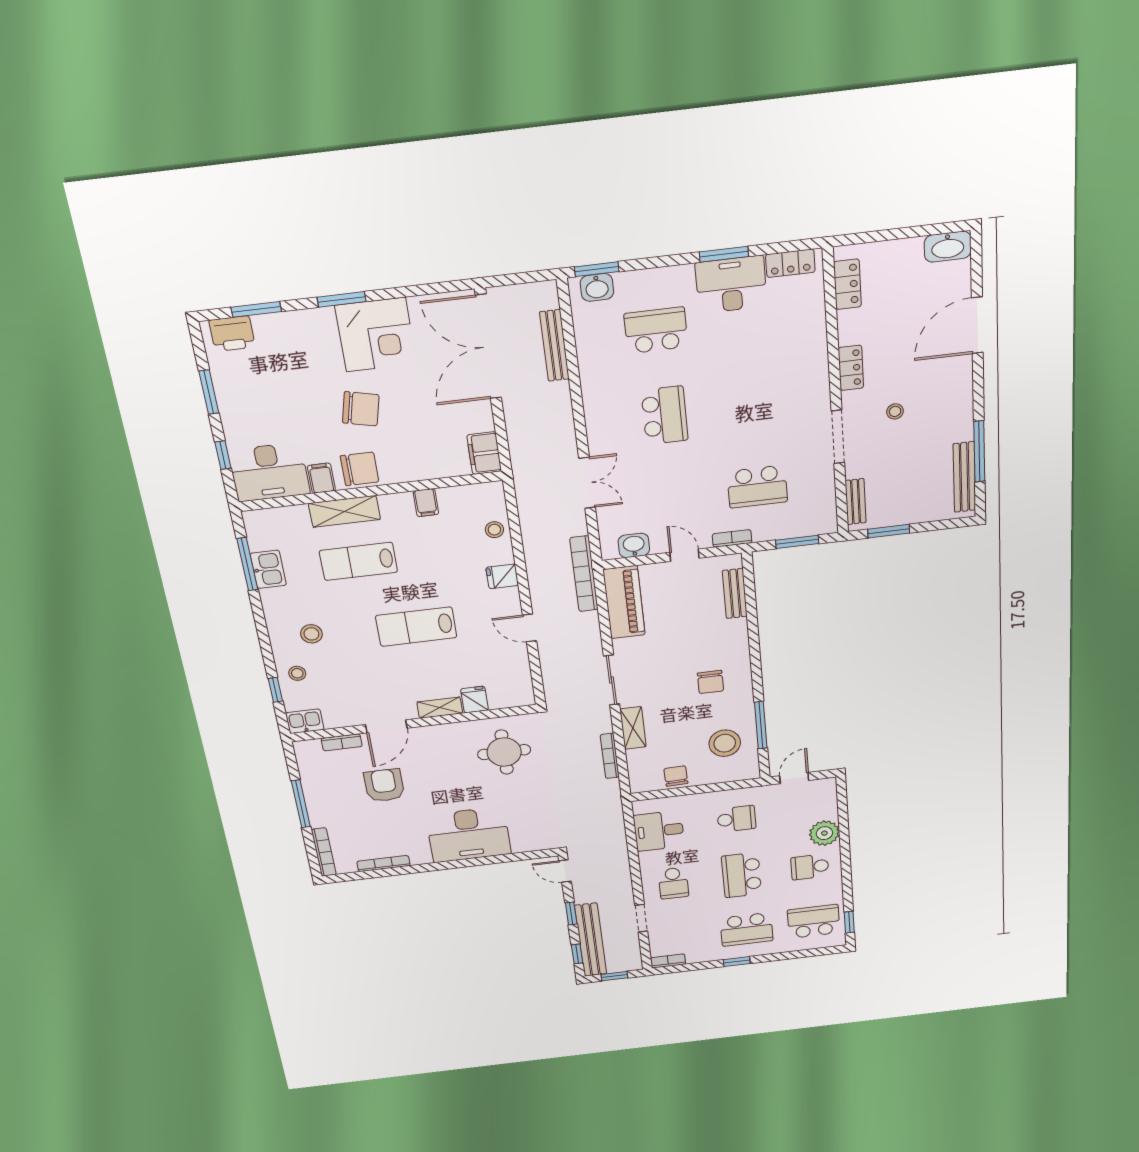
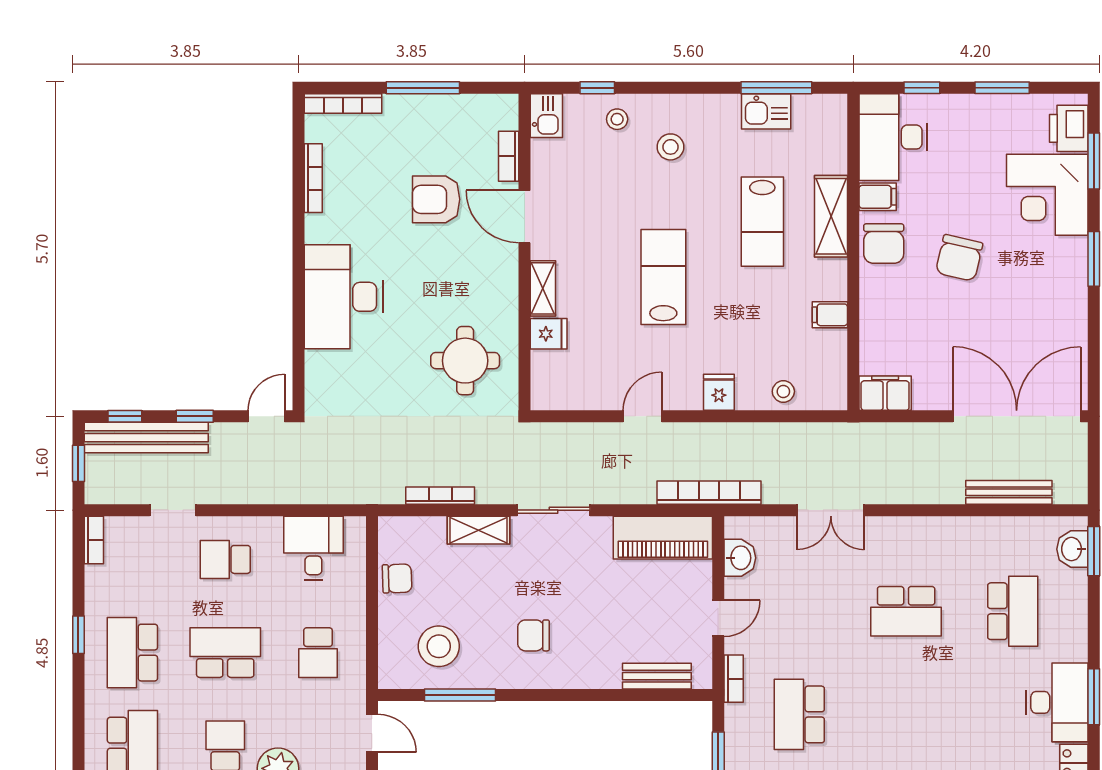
corner desk: (376, 335) -> (1047, 195), moved
lab bench: (358, 561) -> (762, 222), turned 180
armchair: (384, 785) -> (436, 199), turned 180

